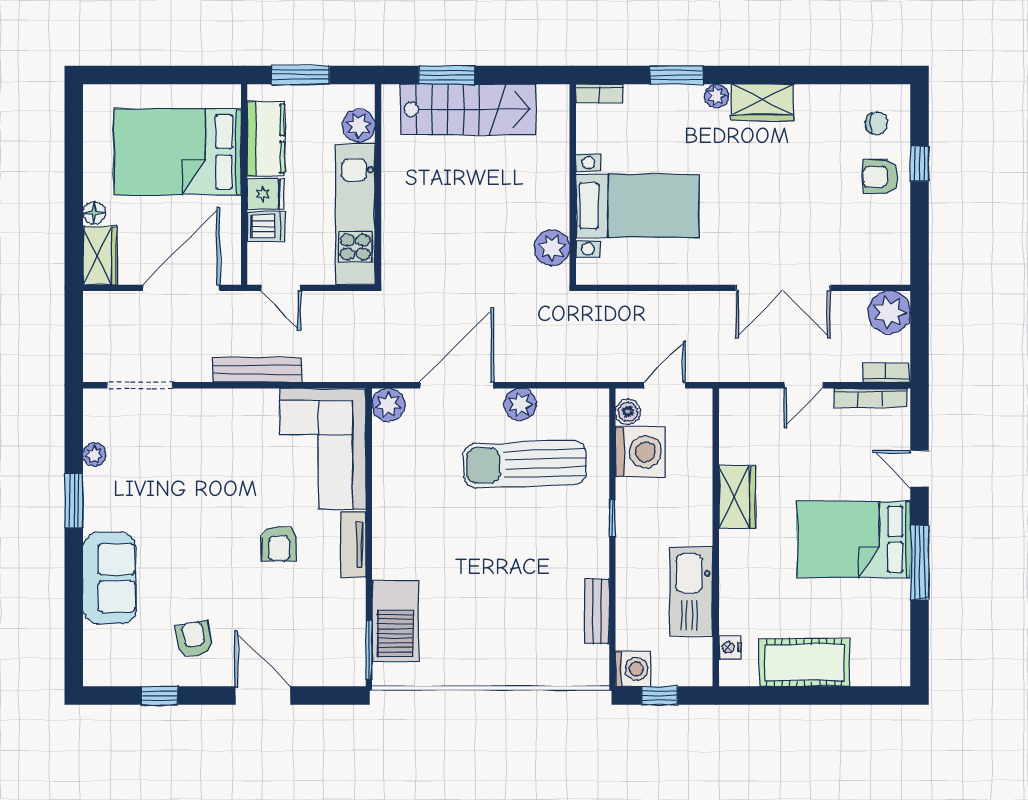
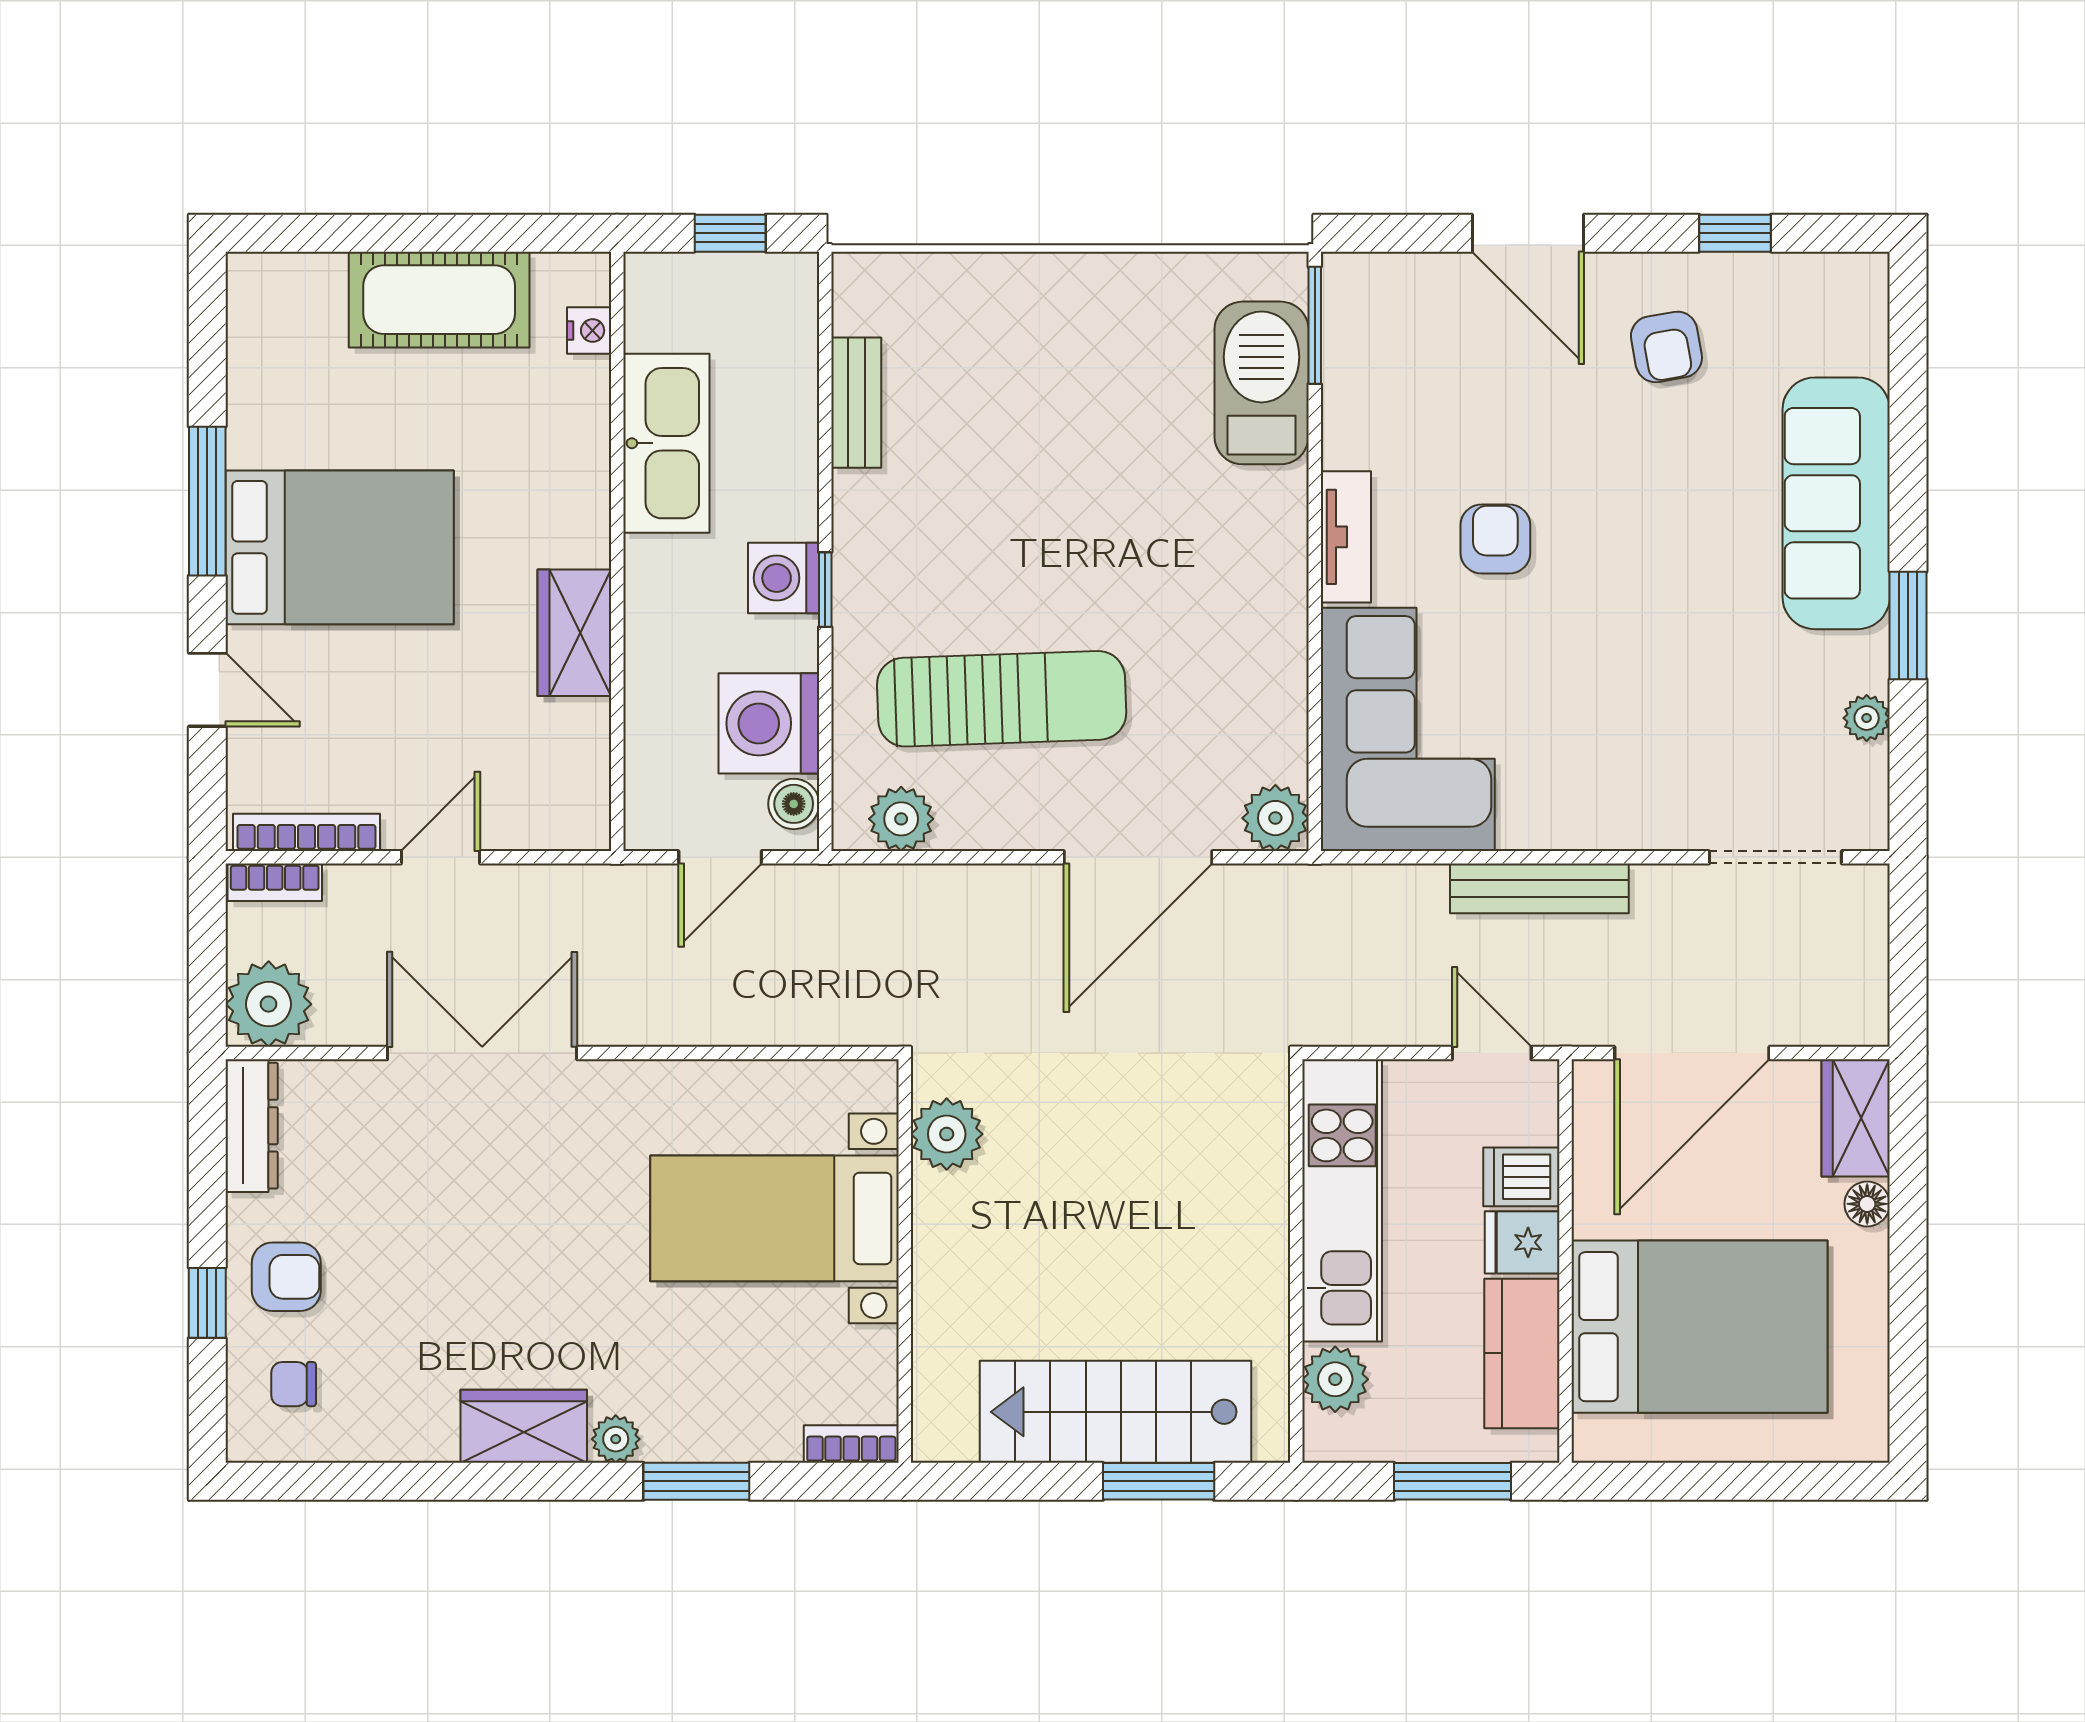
dresser: (898, 252) -> (252, 1126), added
plant: (520, 404) -> (901, 819), moved
sofa: (110, 578) -> (1836, 503), width x1.36
washing machine: (633, 669) -> (784, 578), moved

